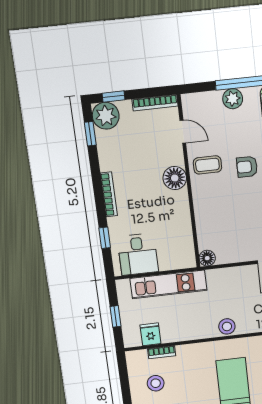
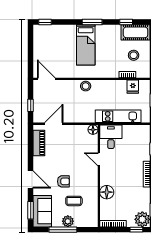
door: (183, 132) -> (99, 159), moved
coffee table: (207, 165) -> (74, 201), moved
floor lamp: (175, 178) -> (107, 192), moved
desk: (138, 254) -> (111, 137), moved

